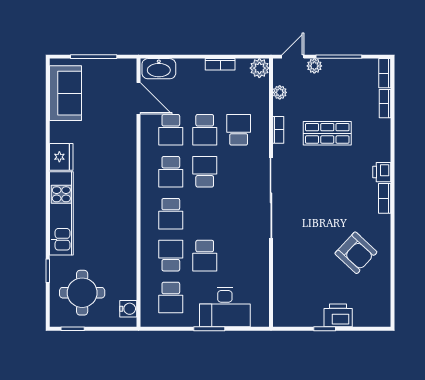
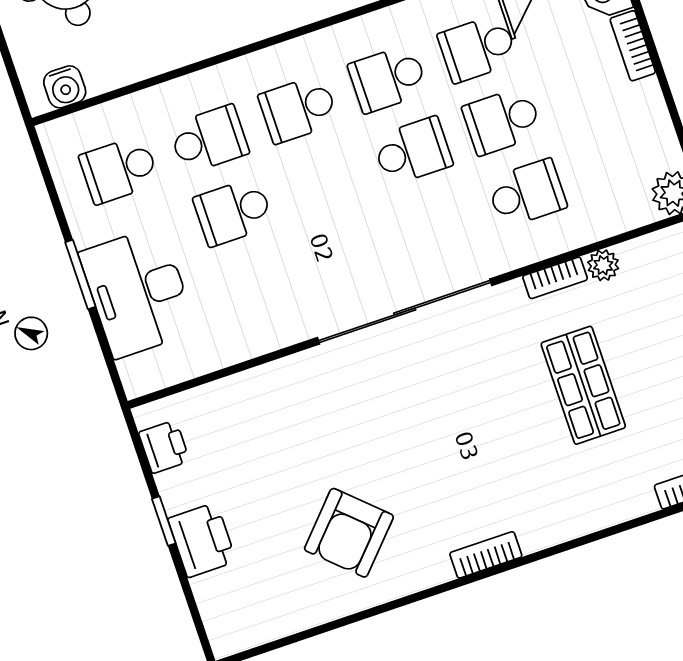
bookcase: (220, 64) -> (633, 46), moved
plant: (280, 92) -> (603, 265), moved
printer: (382, 172) -> (164, 447), moved, turned 90

